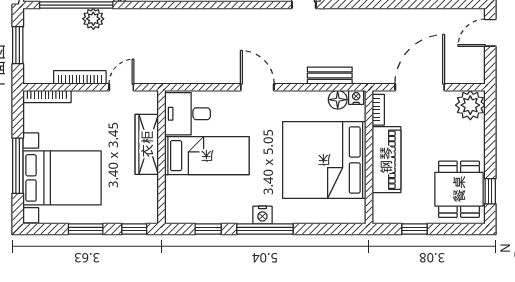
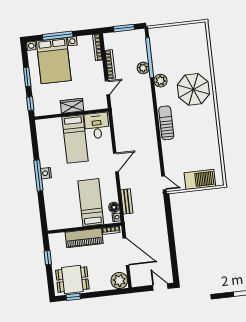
door: (121, 87) -> (107, 88), hinge flipped
wardrobe: (147, 144) -> (72, 106), width x0.67
bed: (324, 160) -> (91, 202), width x0.49
window: (208, 229) -> (35, 144), removed

